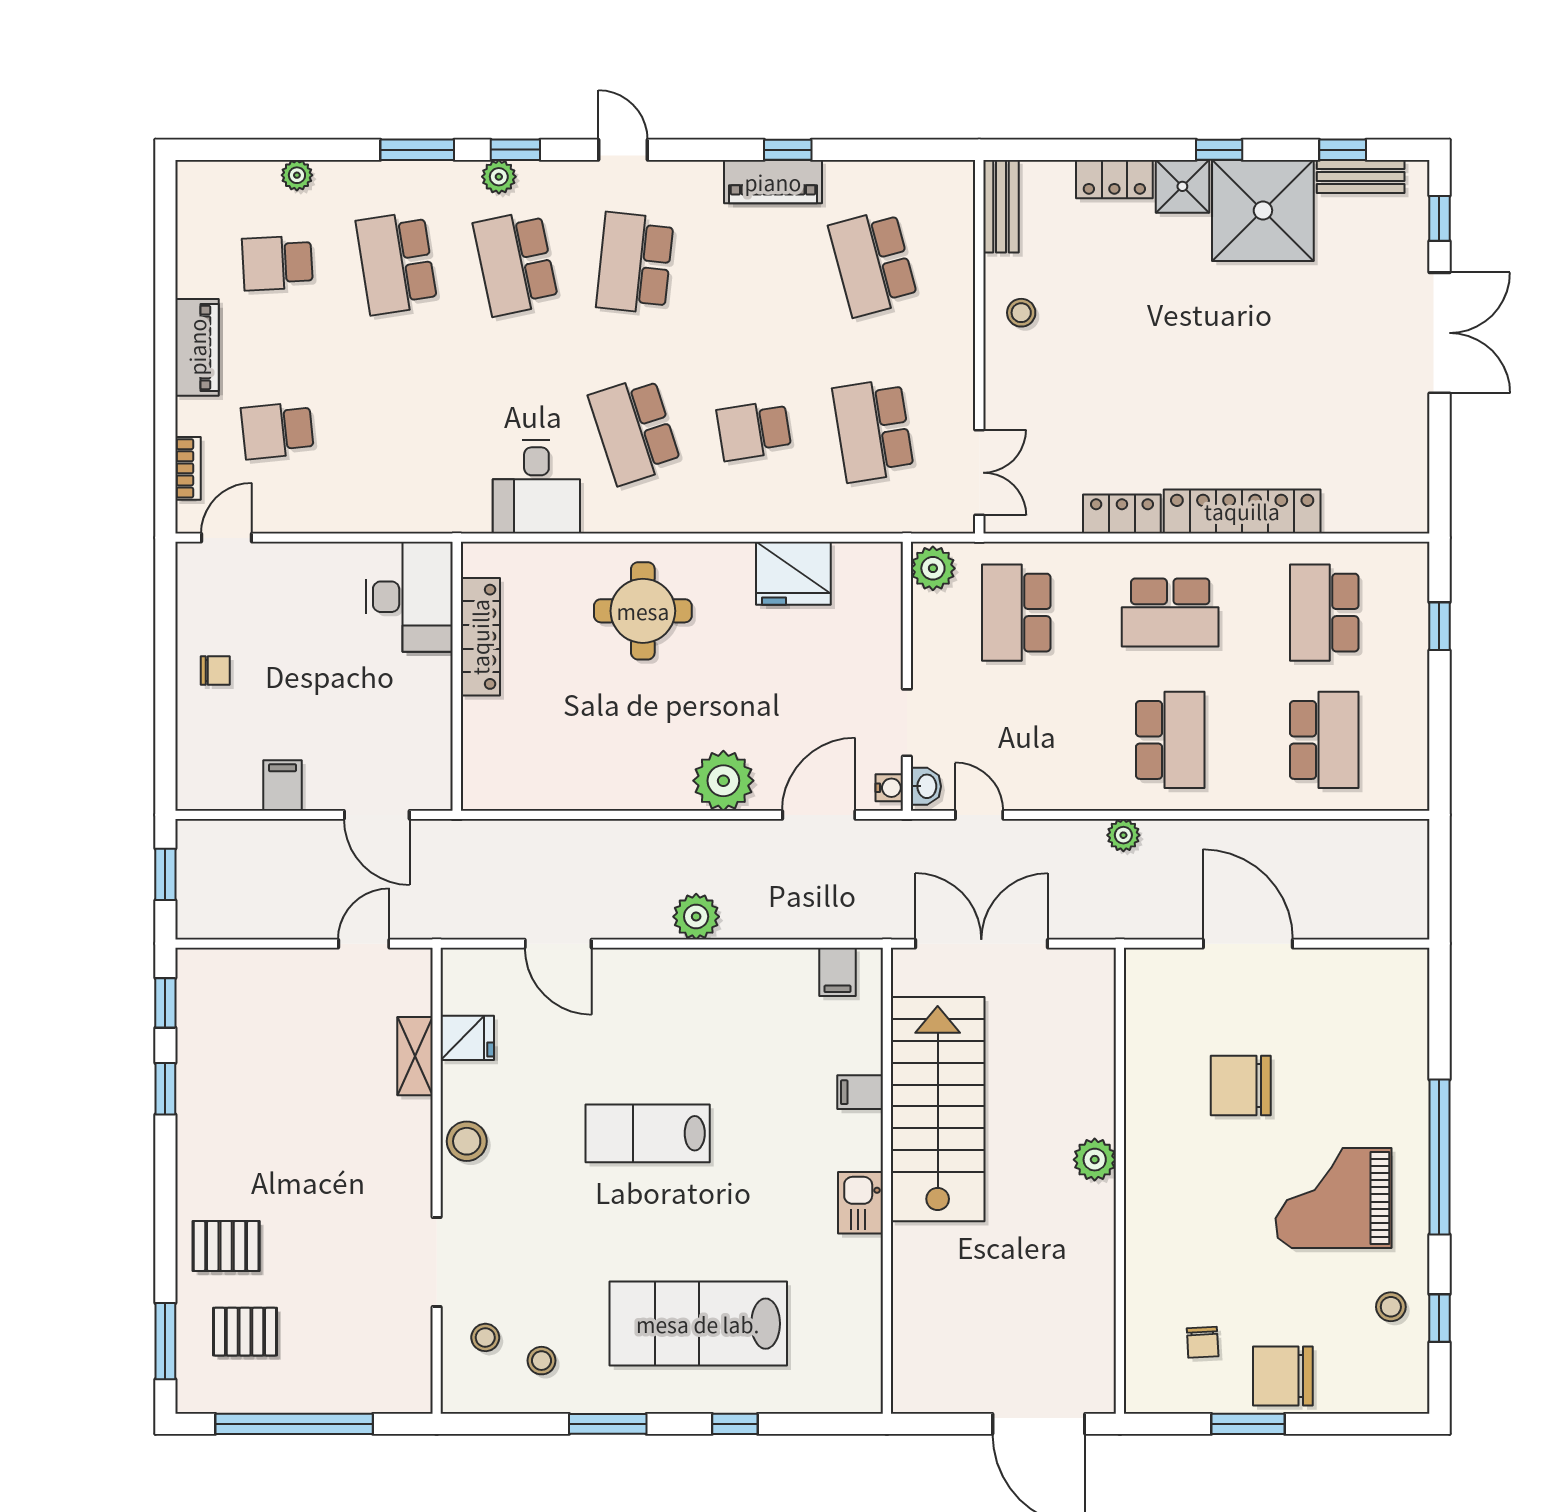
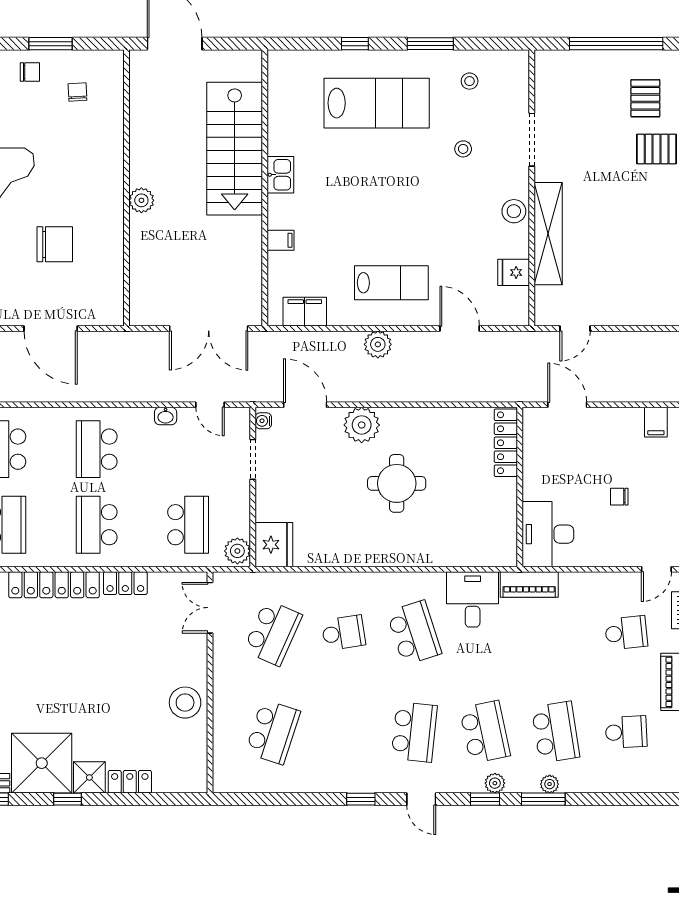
window: (788, 150) -> (361, 799), moved
plant: (297, 175) -> (550, 784), moved
piano: (773, 182) -> (529, 584), moved, turned 180
bench: (1001, 206) -> (197, 766), removed
school desk: (873, 263) -> (273, 732), turned 33
stool: (1021, 313) -> (185, 703), width x1.89, depth x1.89
school desk: (873, 430) -> (273, 633), turned 33
fridge: (793, 573) -> (274, 545), moved, turned 90
round table: (643, 611) -> (397, 483), moved
school desk: (1170, 613) -> (97, 525), turned -90
locker: (480, 637) -> (506, 443), moved
chair: (215, 671) -> (619, 497), moved
filing cabinet: (283, 786) -> (656, 422), moved
washbasin: (926, 786) -> (166, 416), moved, turned -90
door: (819, 815) -> (305, 405), swing flipped
plant: (1123, 835) -> (124, 393), removed
filing cabinet: (837, 972) -> (305, 312), width x2.00
shelving: (415, 1056) -> (548, 234), width x2.20, depth x1.33
stairs: (938, 1109) -> (235, 149), moved
lab bench: (648, 1133) -> (391, 283), moved
pallet: (245, 1332) -> (645, 98), turned 90
stool: (485, 1337) -> (463, 149), moved
chair: (1283, 1376) -> (30, 72), width x0.54, depth x0.54

